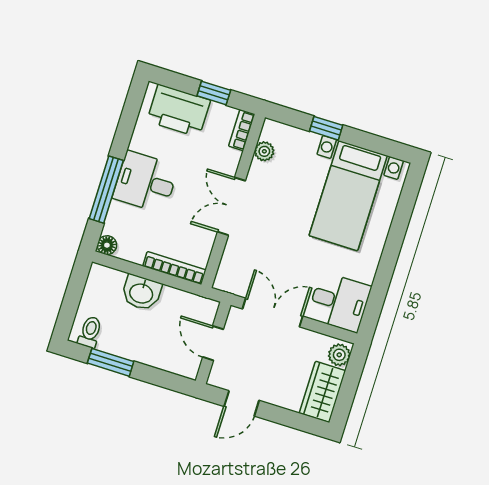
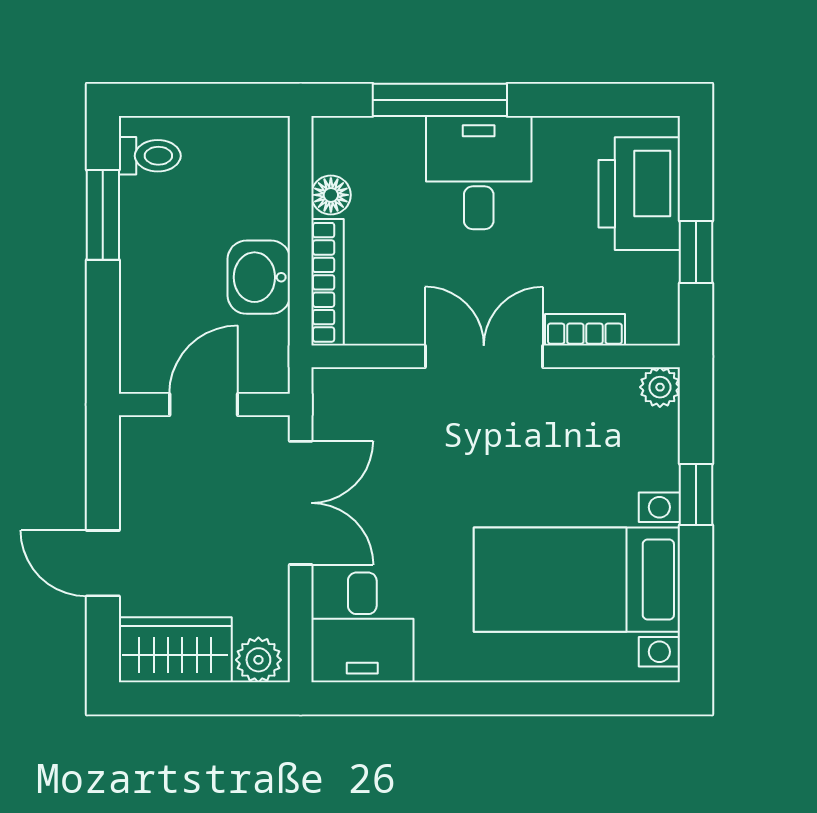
bookcase: (242, 130) -> (585, 330), moved
plant: (264, 151) -> (660, 387), moved
floor lamp: (107, 245) -> (331, 195), moved
washbasin: (141, 293) -> (259, 277), moved
door: (242, 403) -> (103, 563), moved

